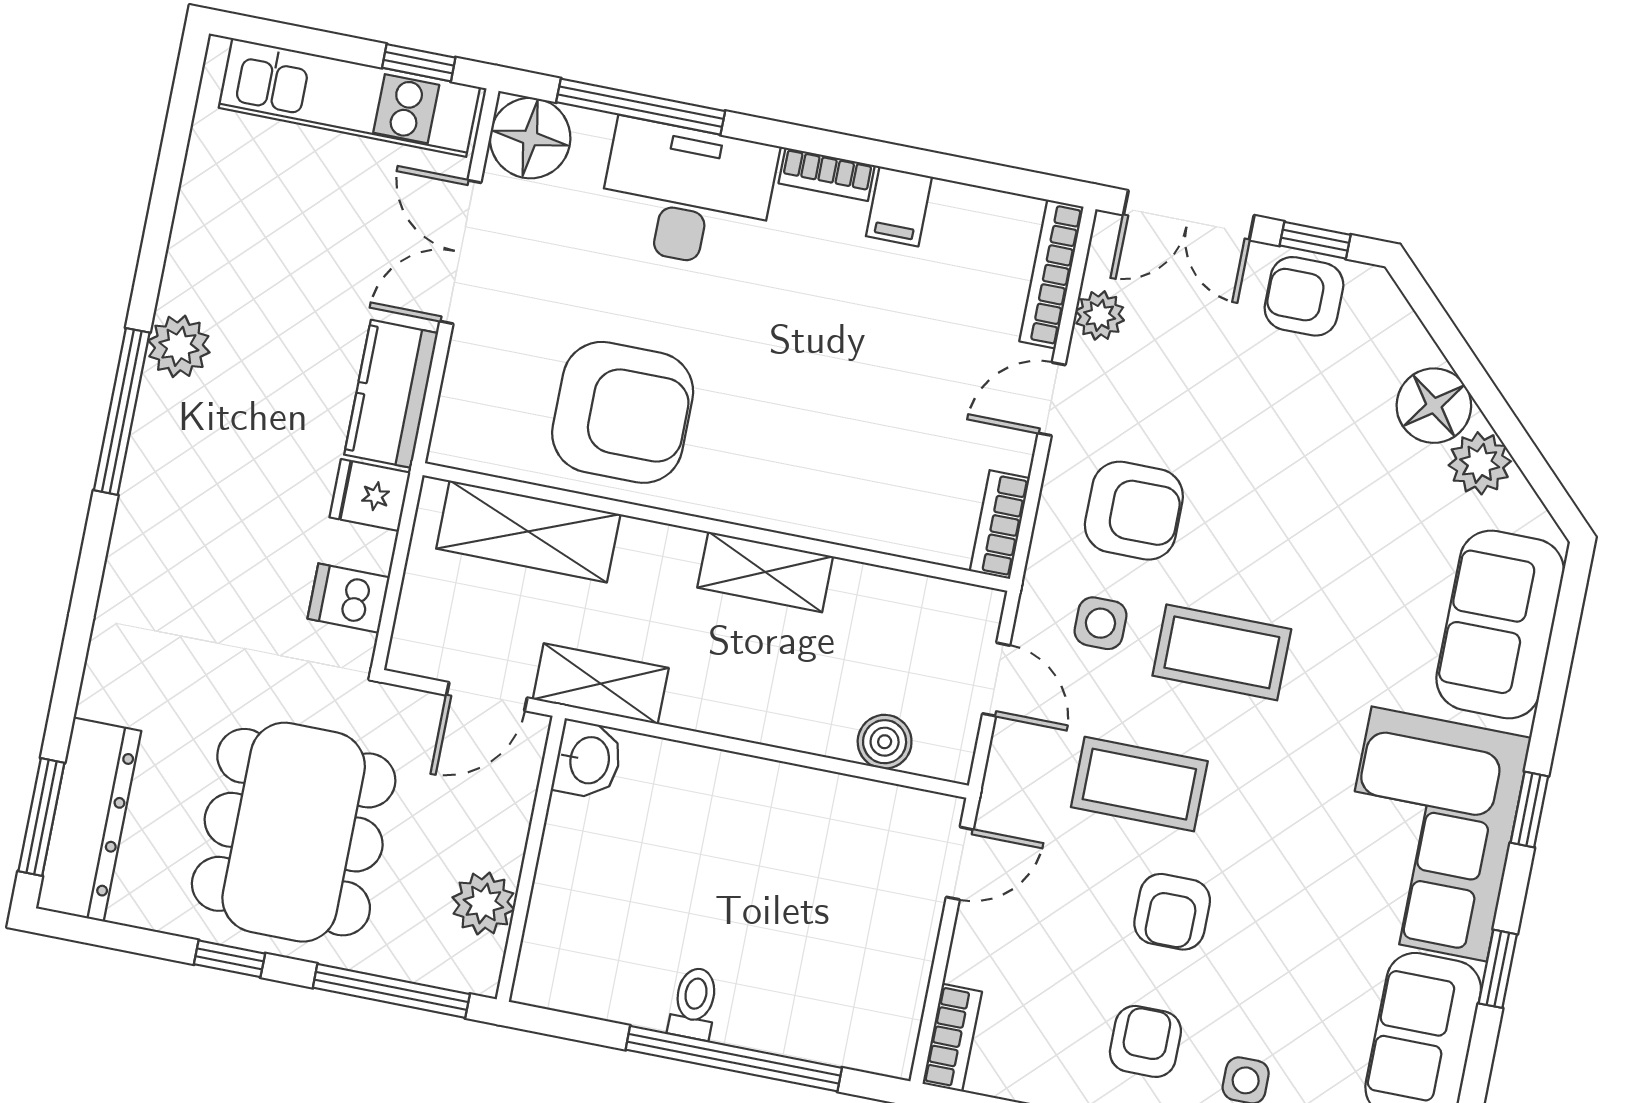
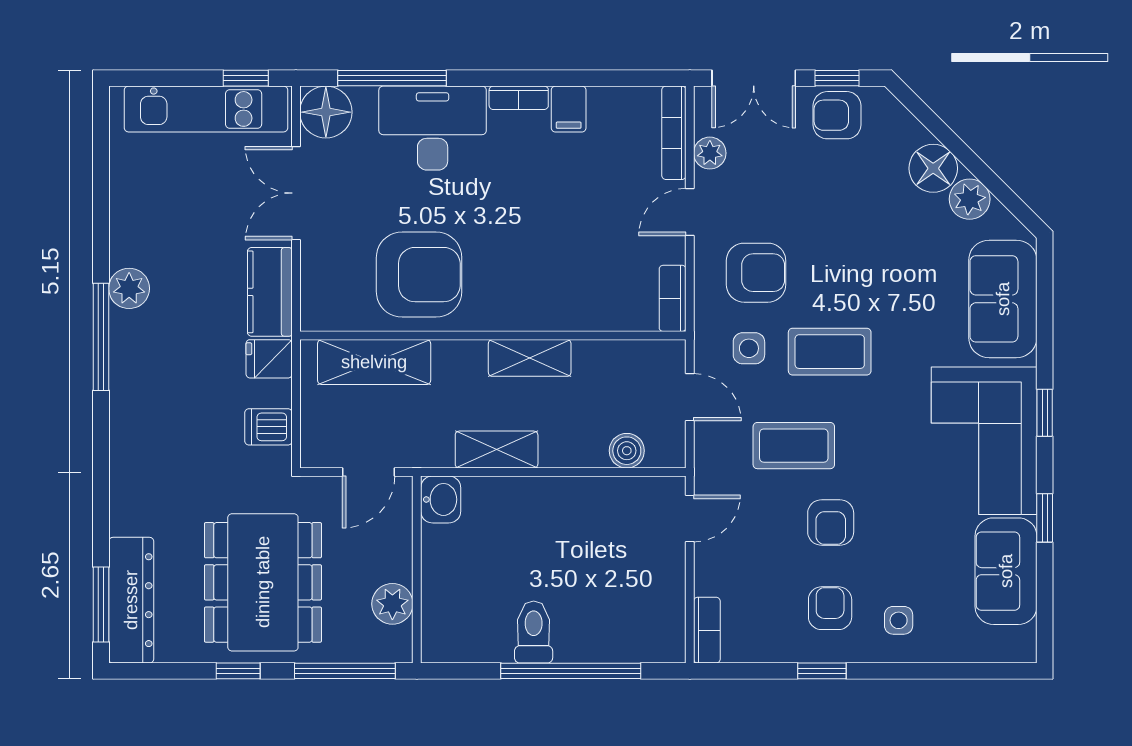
shelving: (601, 684) -> (497, 450), moved
toilet: (694, 1003) -> (534, 632), width x1.37, depth x1.39

